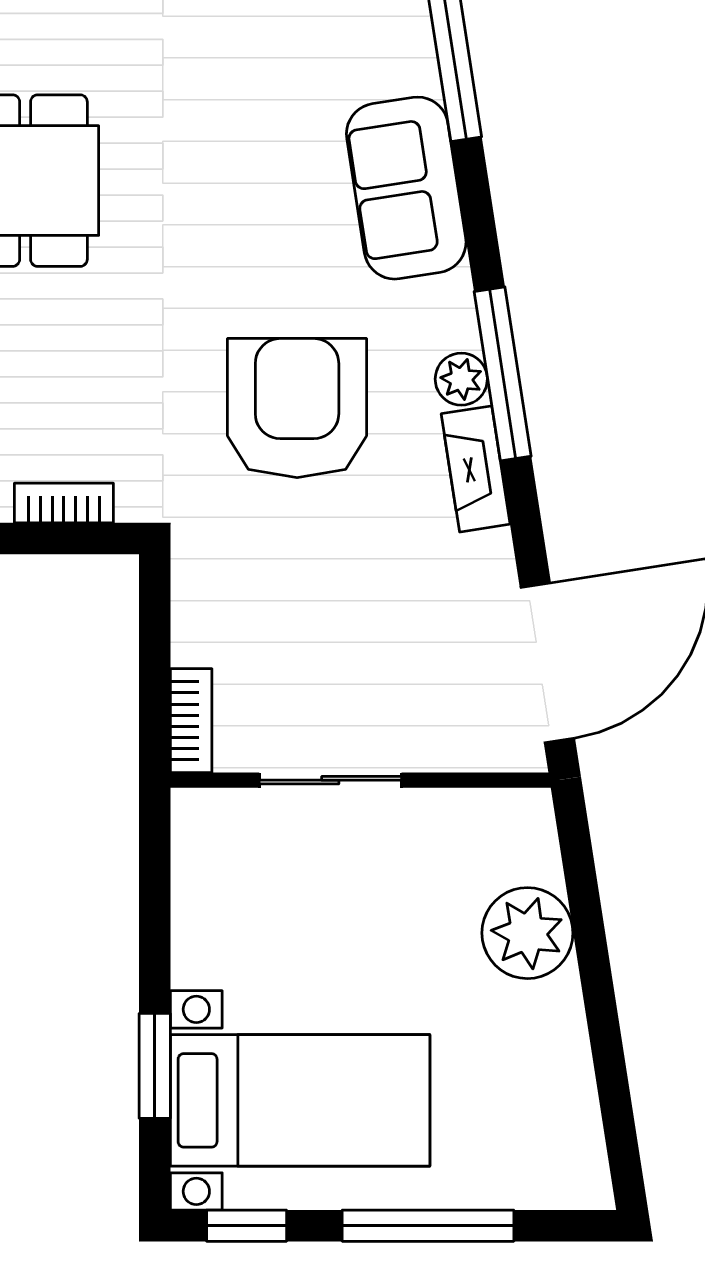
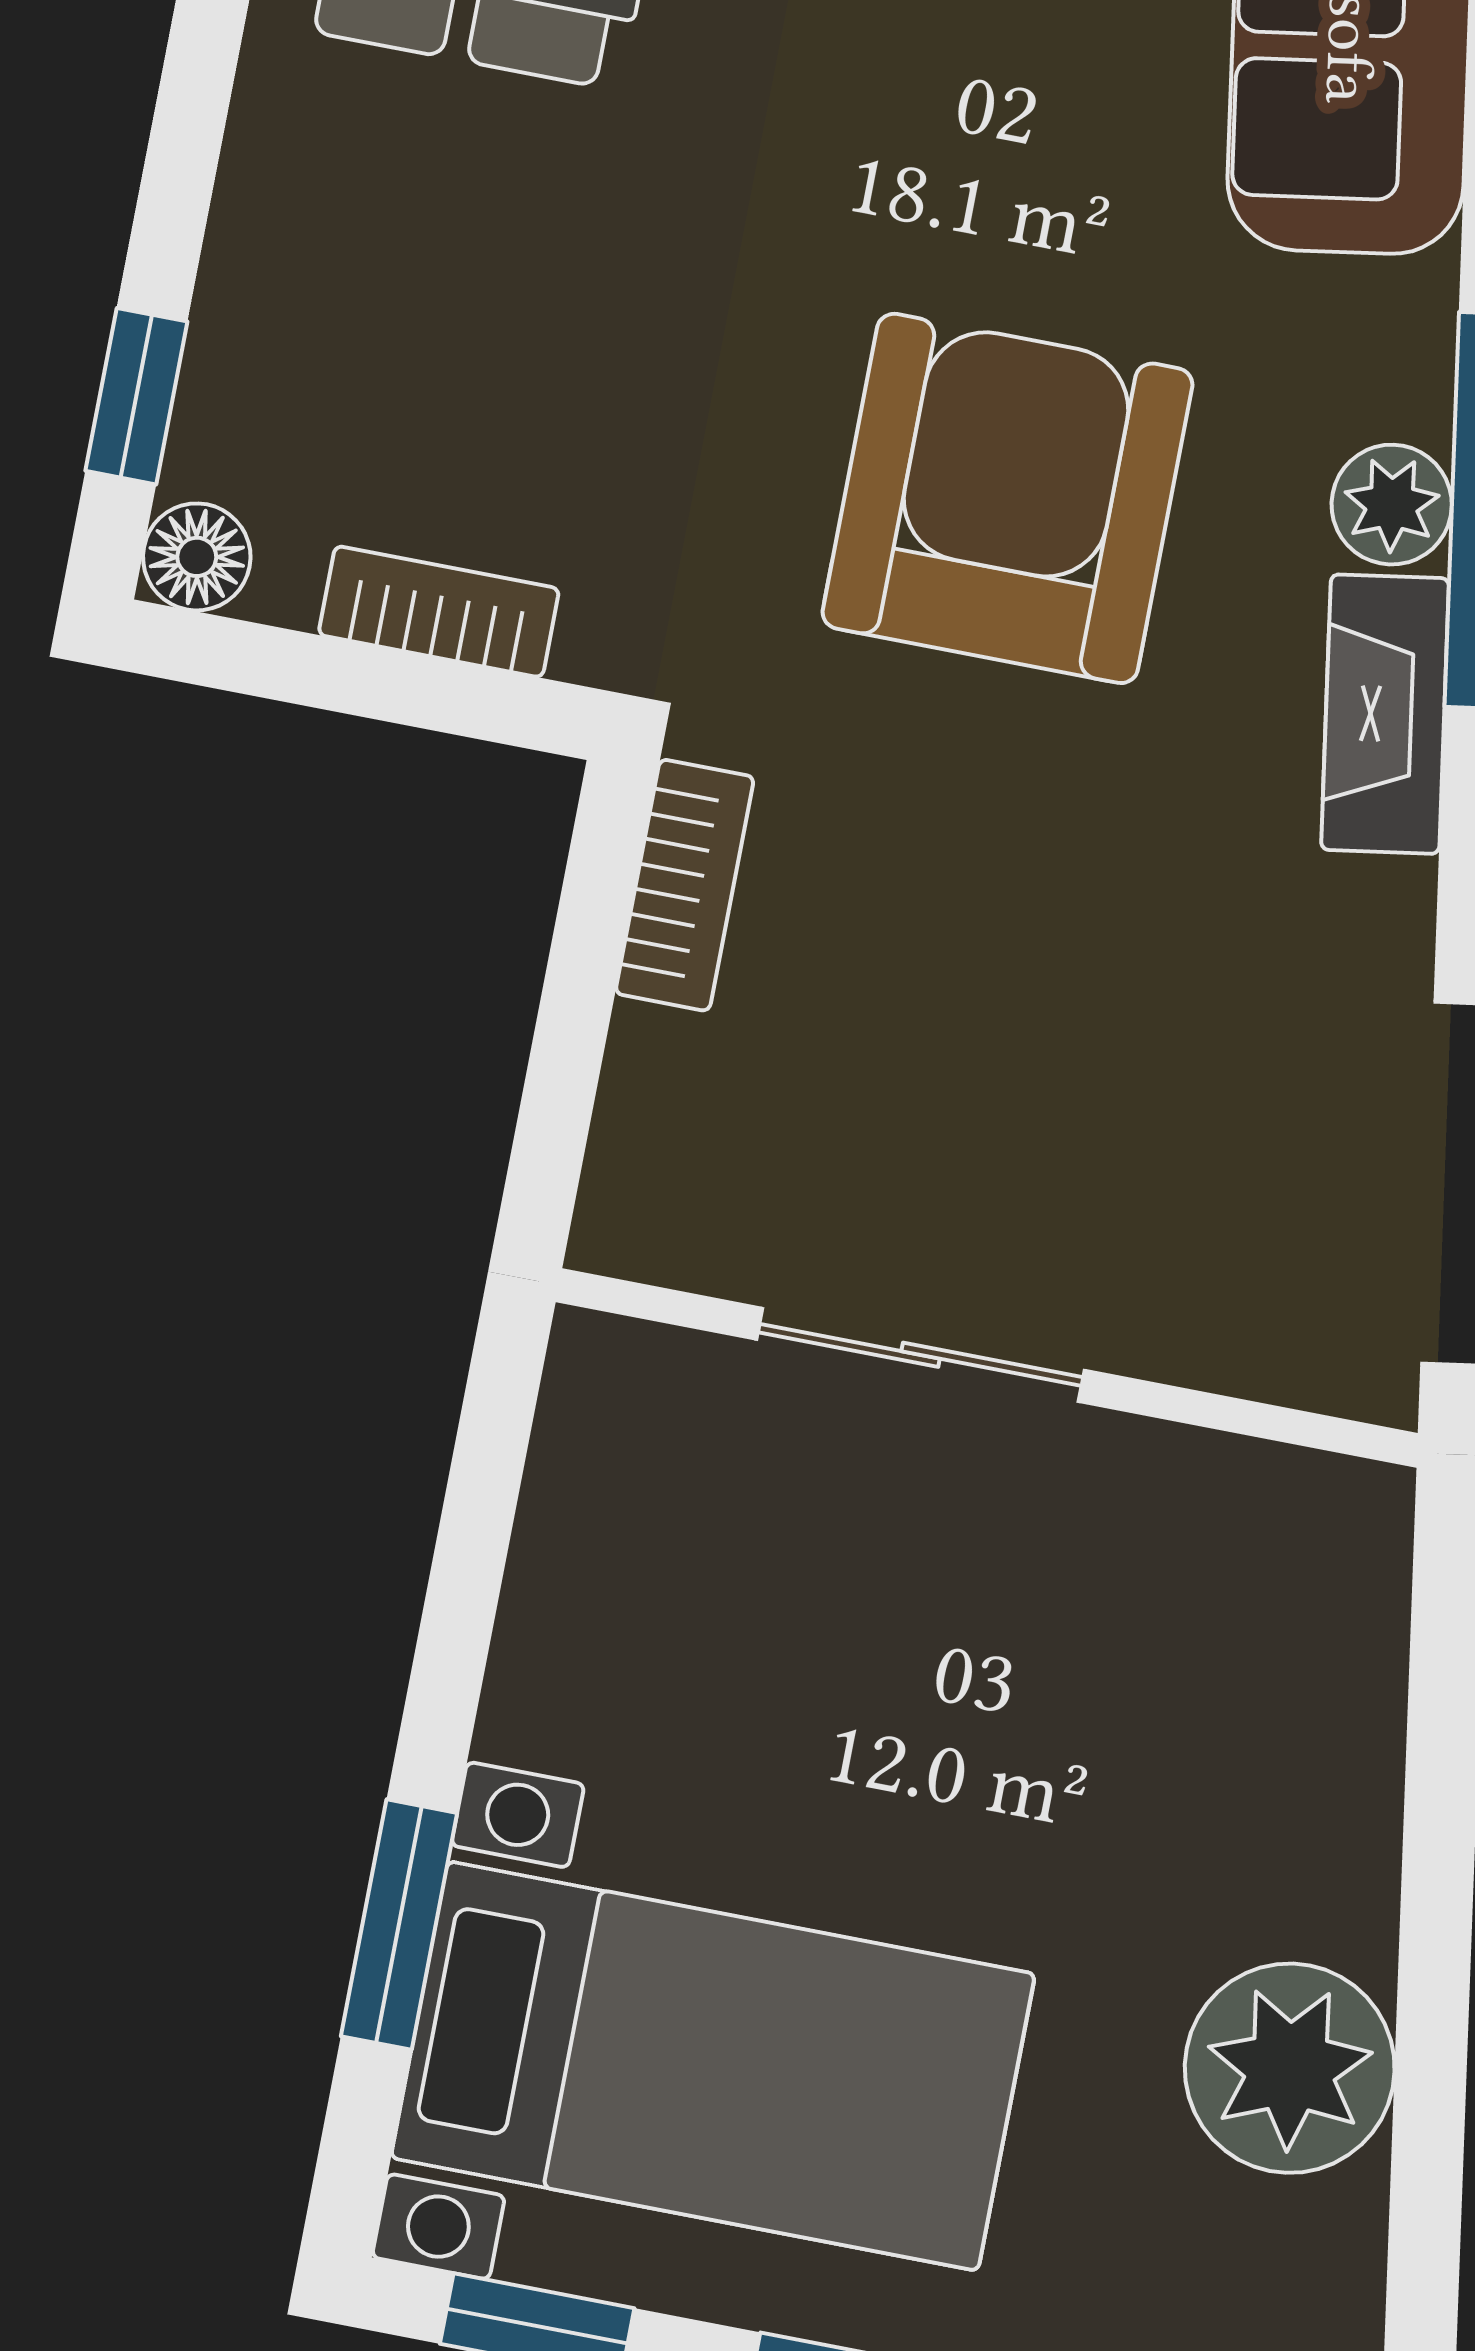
bookcase: (191, 721) -> (685, 885), moved
plant: (527, 933) -> (1290, 2068), moved

